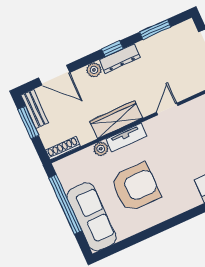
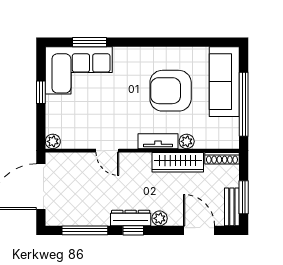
window: (155, 29) -> (85, 230), width x1.44
door: (167, 109) -> (107, 151), hinge flipped
wardrobe: (116, 120) -> (178, 162), moved

